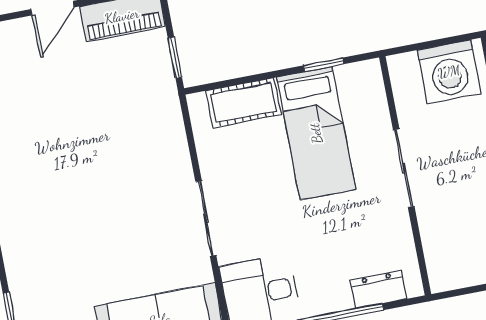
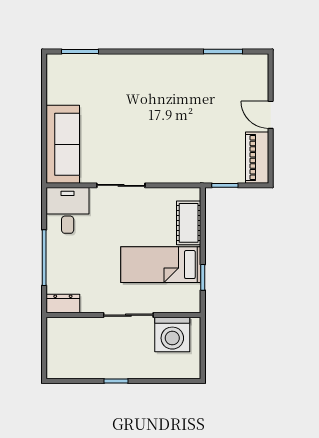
washing machine: (449, 72) -> (172, 335), moved, turned -90
dresser: (378, 289) -> (63, 304), moved, turned -90

